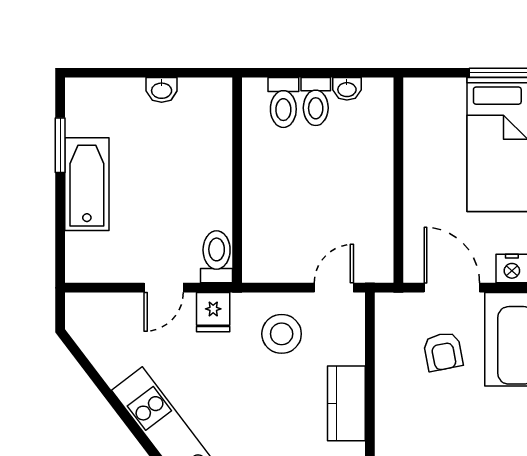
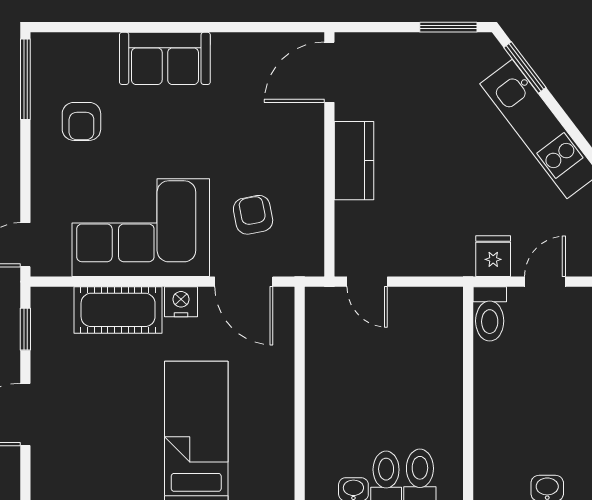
door: (334, 288) -> (367, 282), hinge flipped
stool: (282, 334) -> (422, 233), removed

